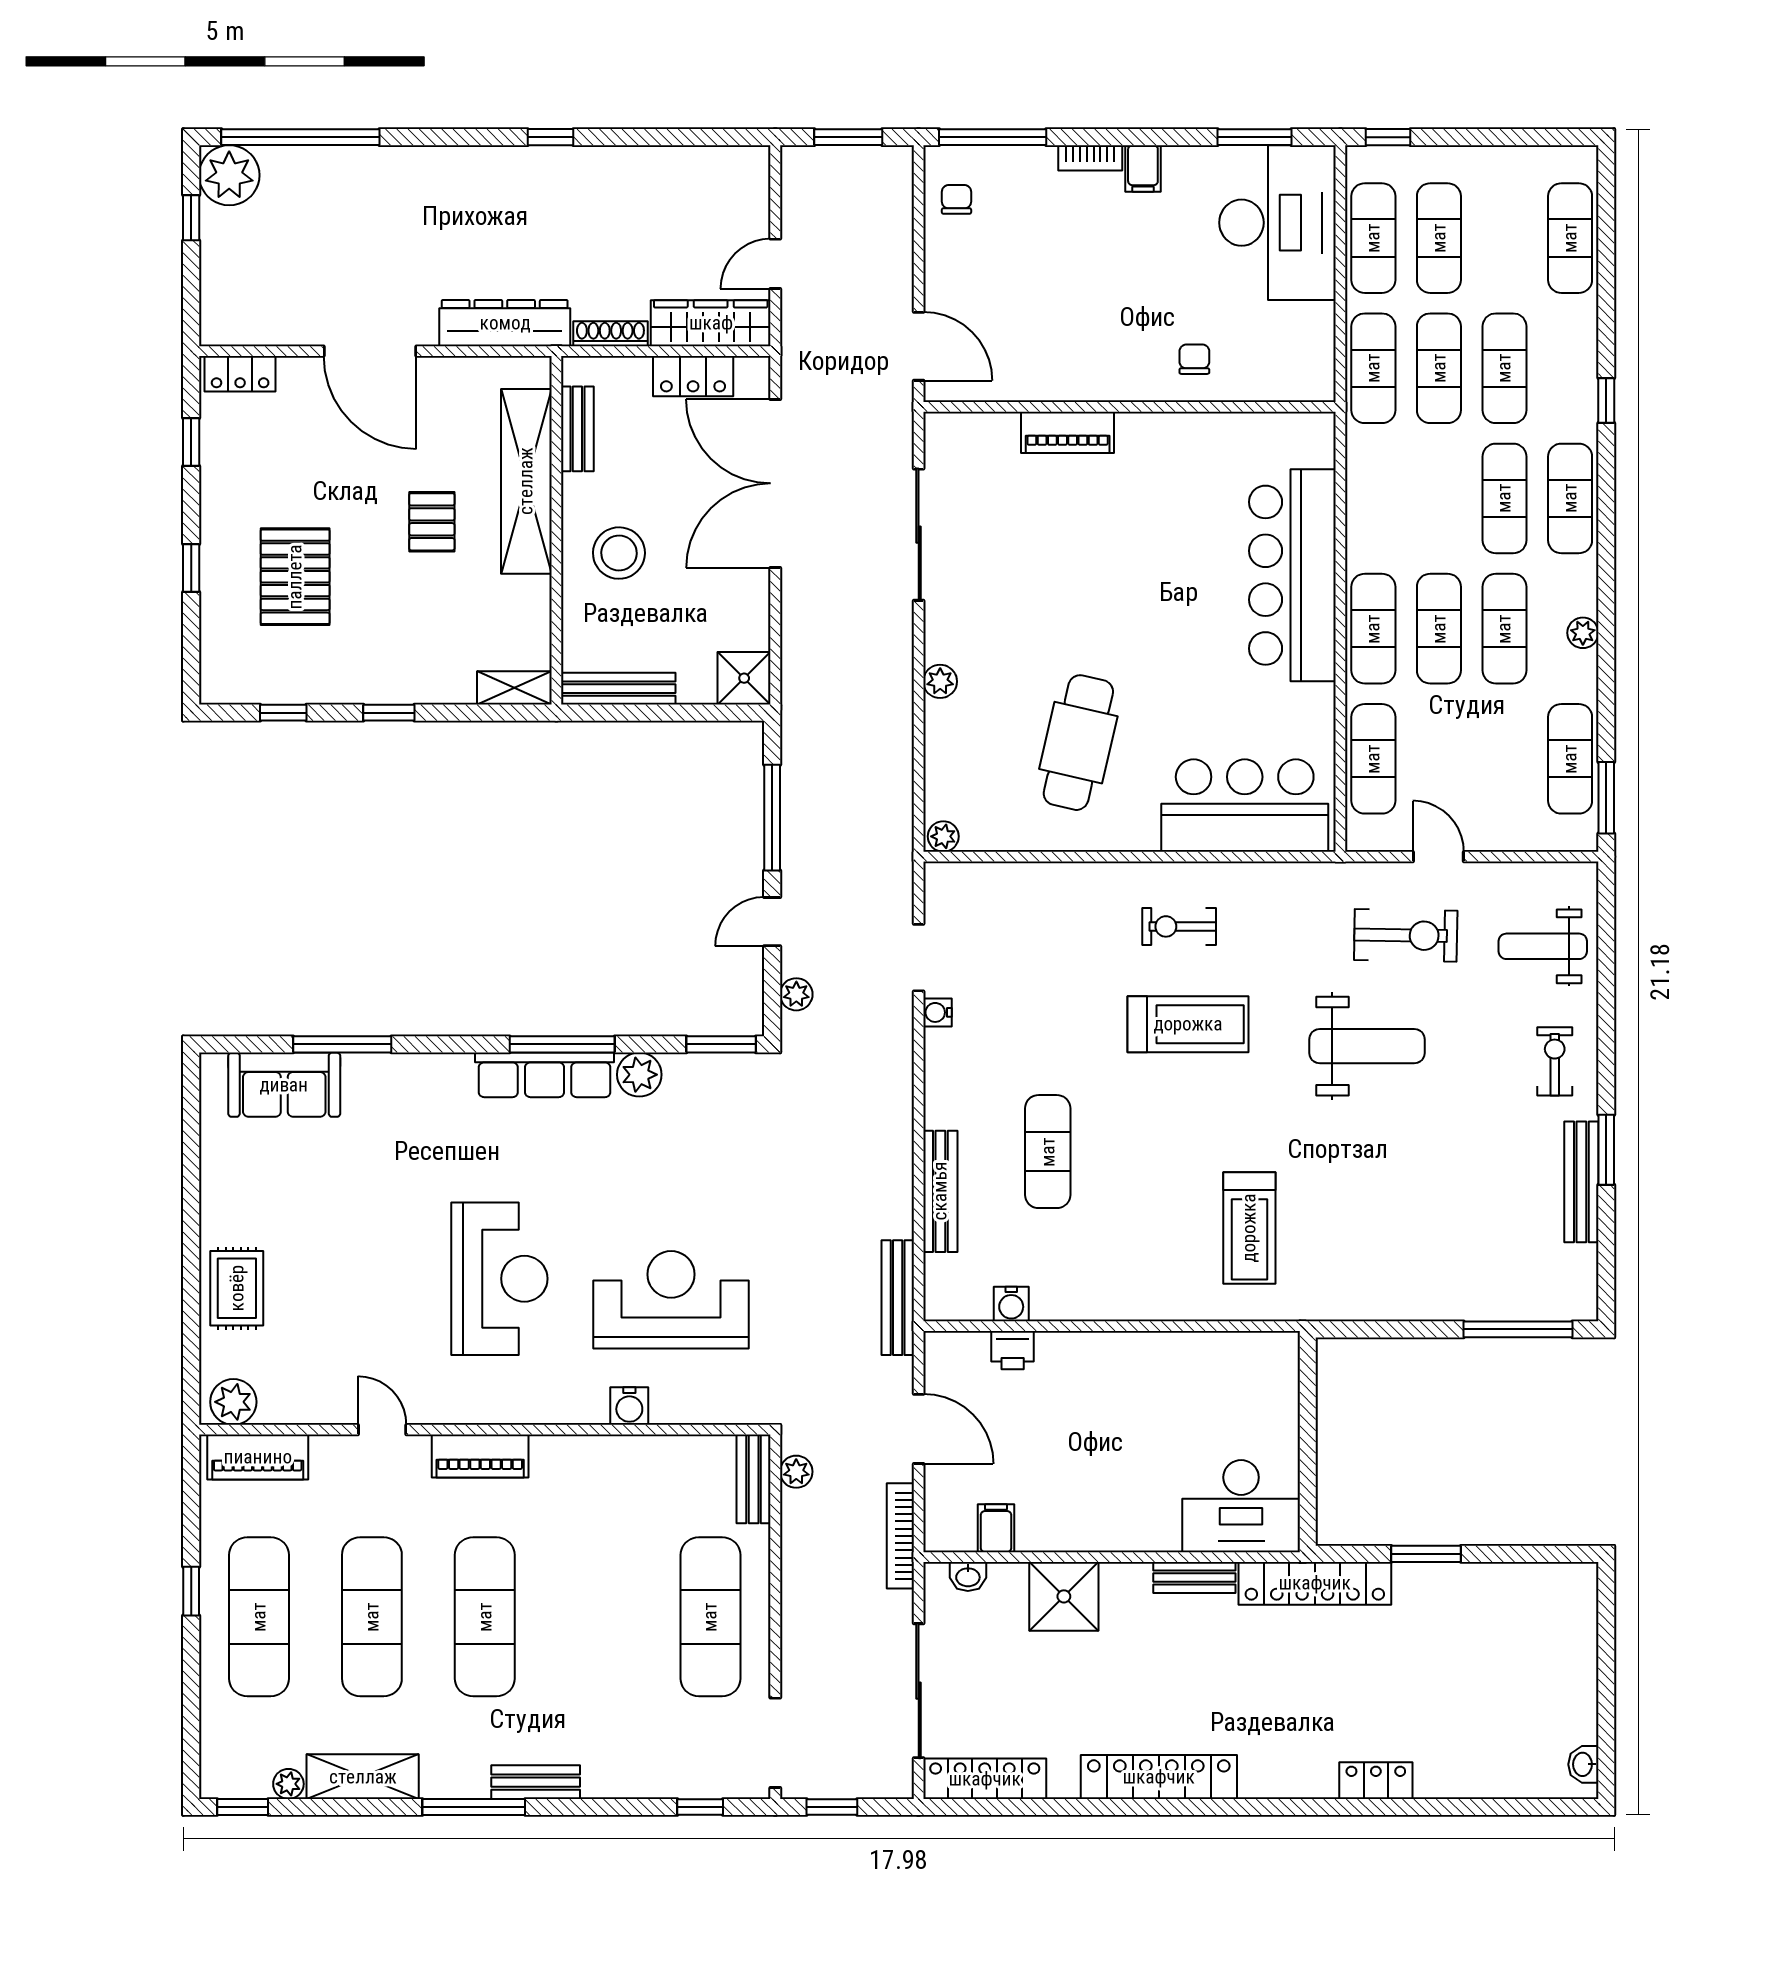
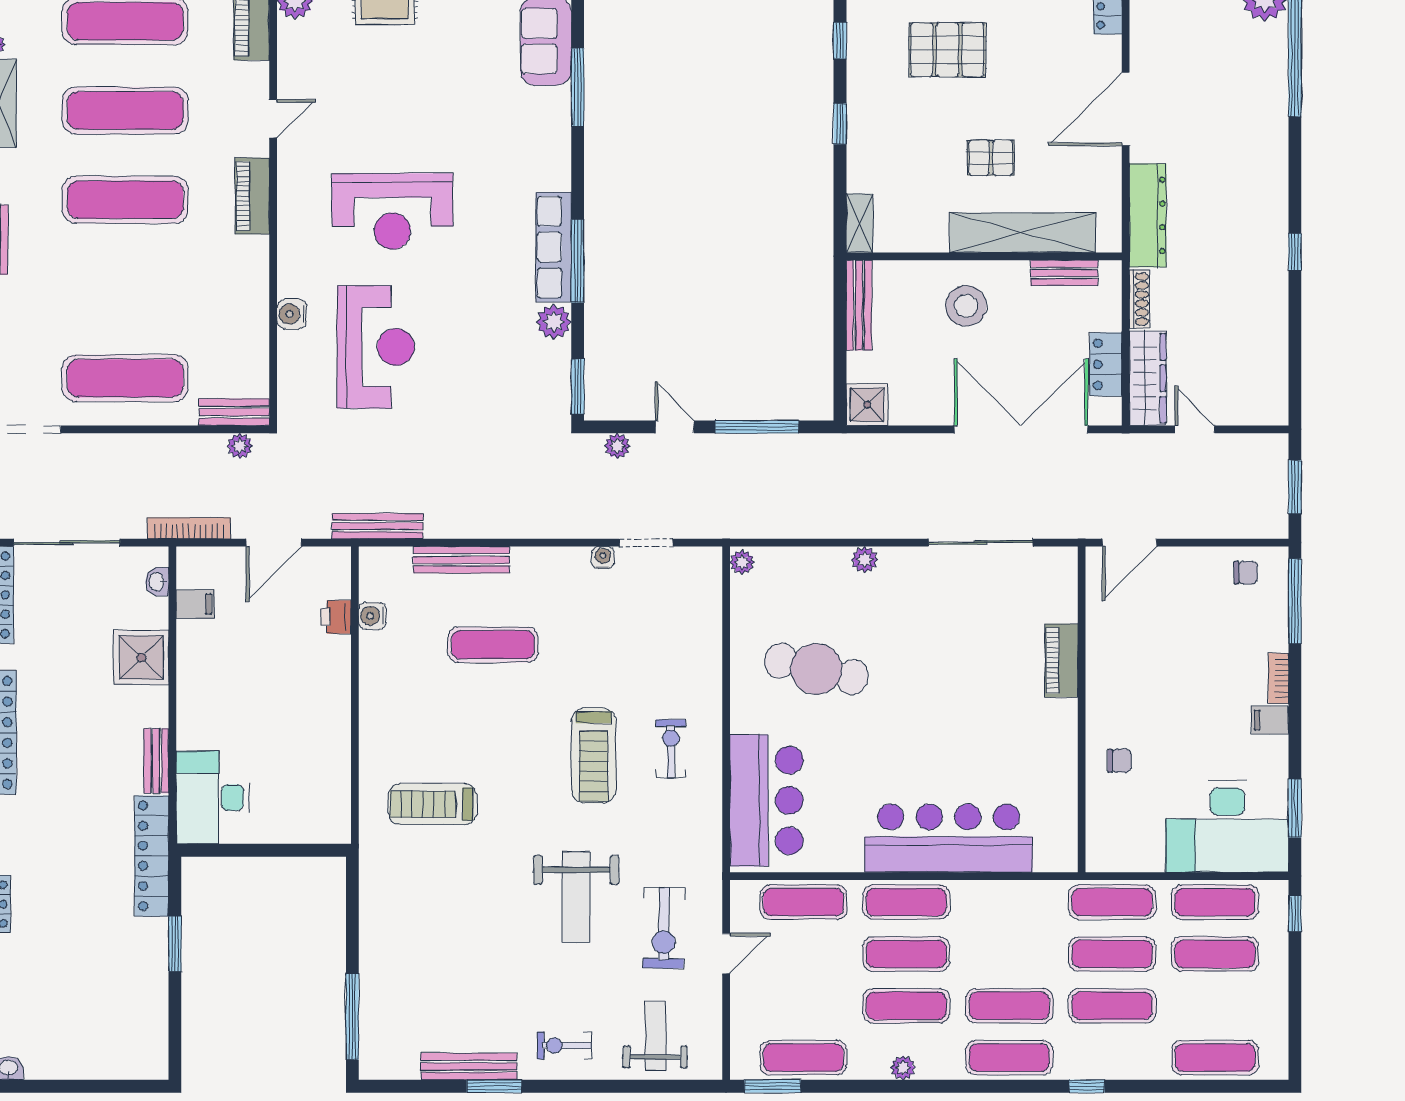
exercise bike: (1555, 1061) -> (564, 1045), turned 180

